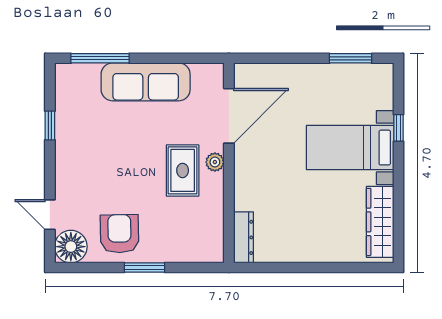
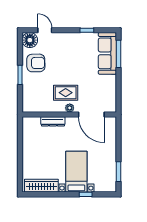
sofa: (146, 82) -> (107, 53), moved
door: (50, 215) -> (45, 30), hinge flipped
dresser: (243, 237) -> (53, 121), moved

